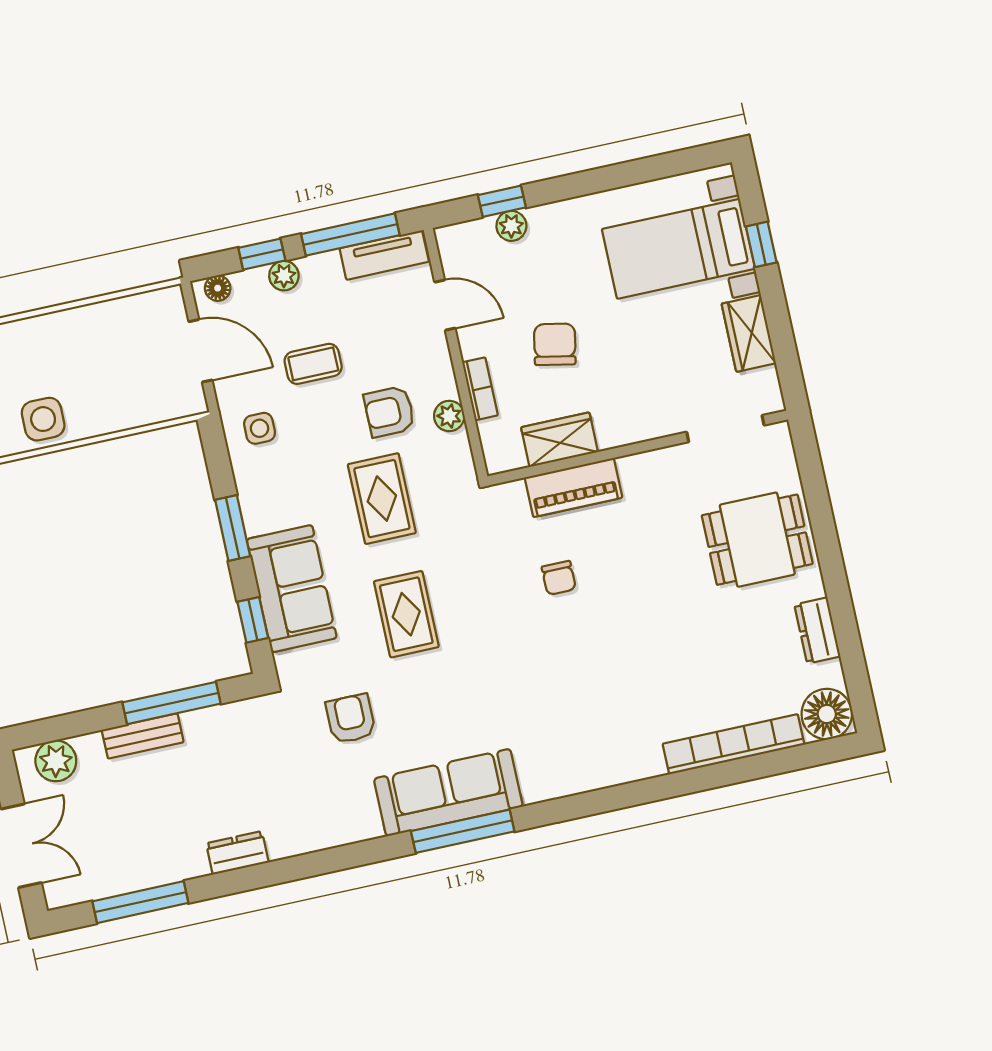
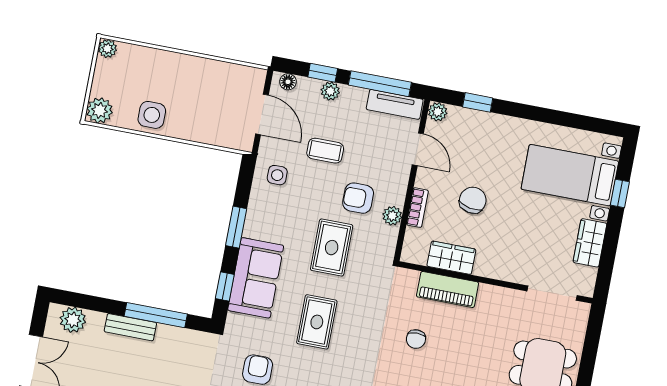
plant: (511, 226) -> (438, 112), moved

